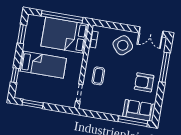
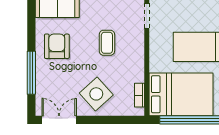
coffee table: (98, 76) -> (107, 43), moved
armchair: (144, 82) -> (57, 46), turned -90

